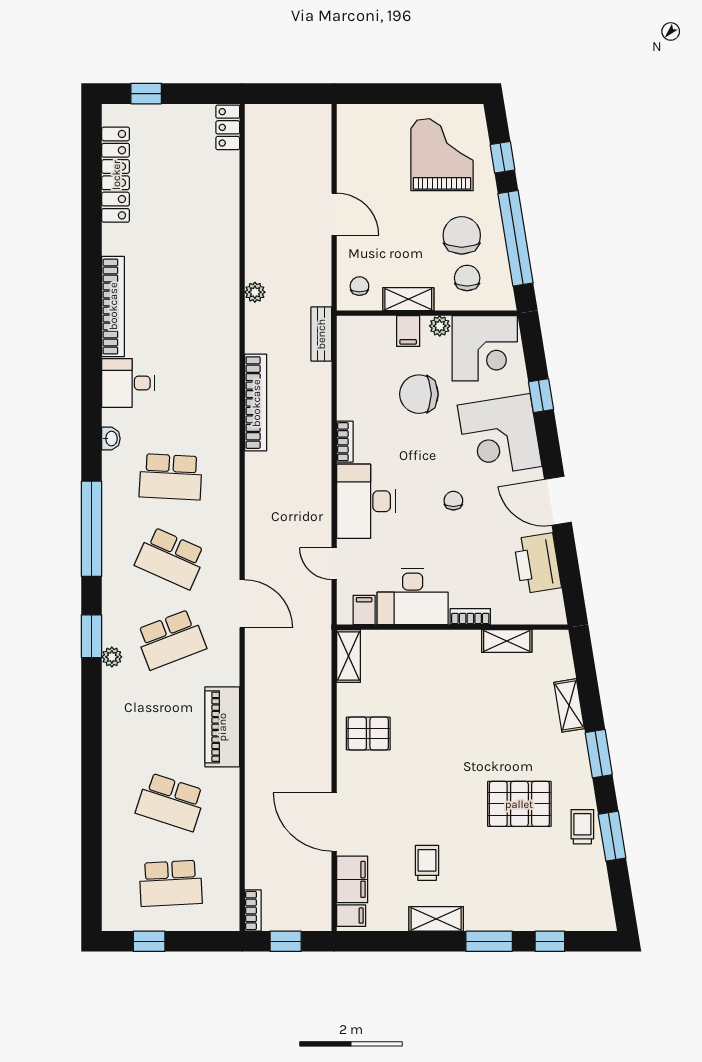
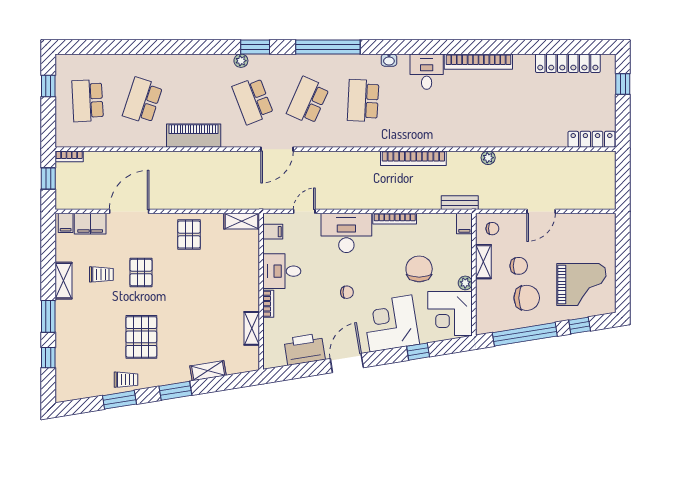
locker: (228, 127) -> (591, 139), width x1.53
chair: (467, 278) -> (519, 266), moved
filing cabinet: (408, 331) -> (464, 224), moved, turned -90
bookcase: (345, 442) -> (395, 219), width x1.56
desk: (413, 597) -> (282, 271), width x0.73
pallet: (424, 804) -> (141, 272), added

